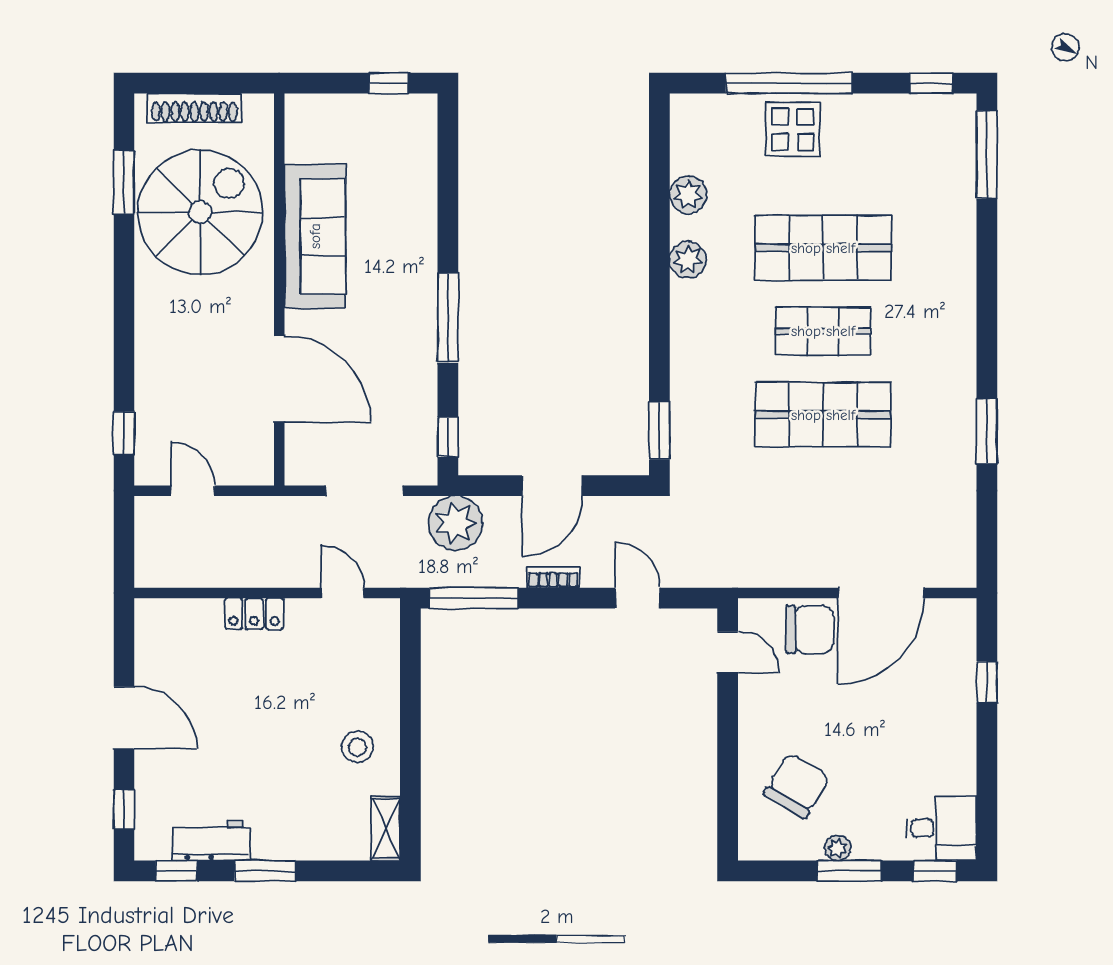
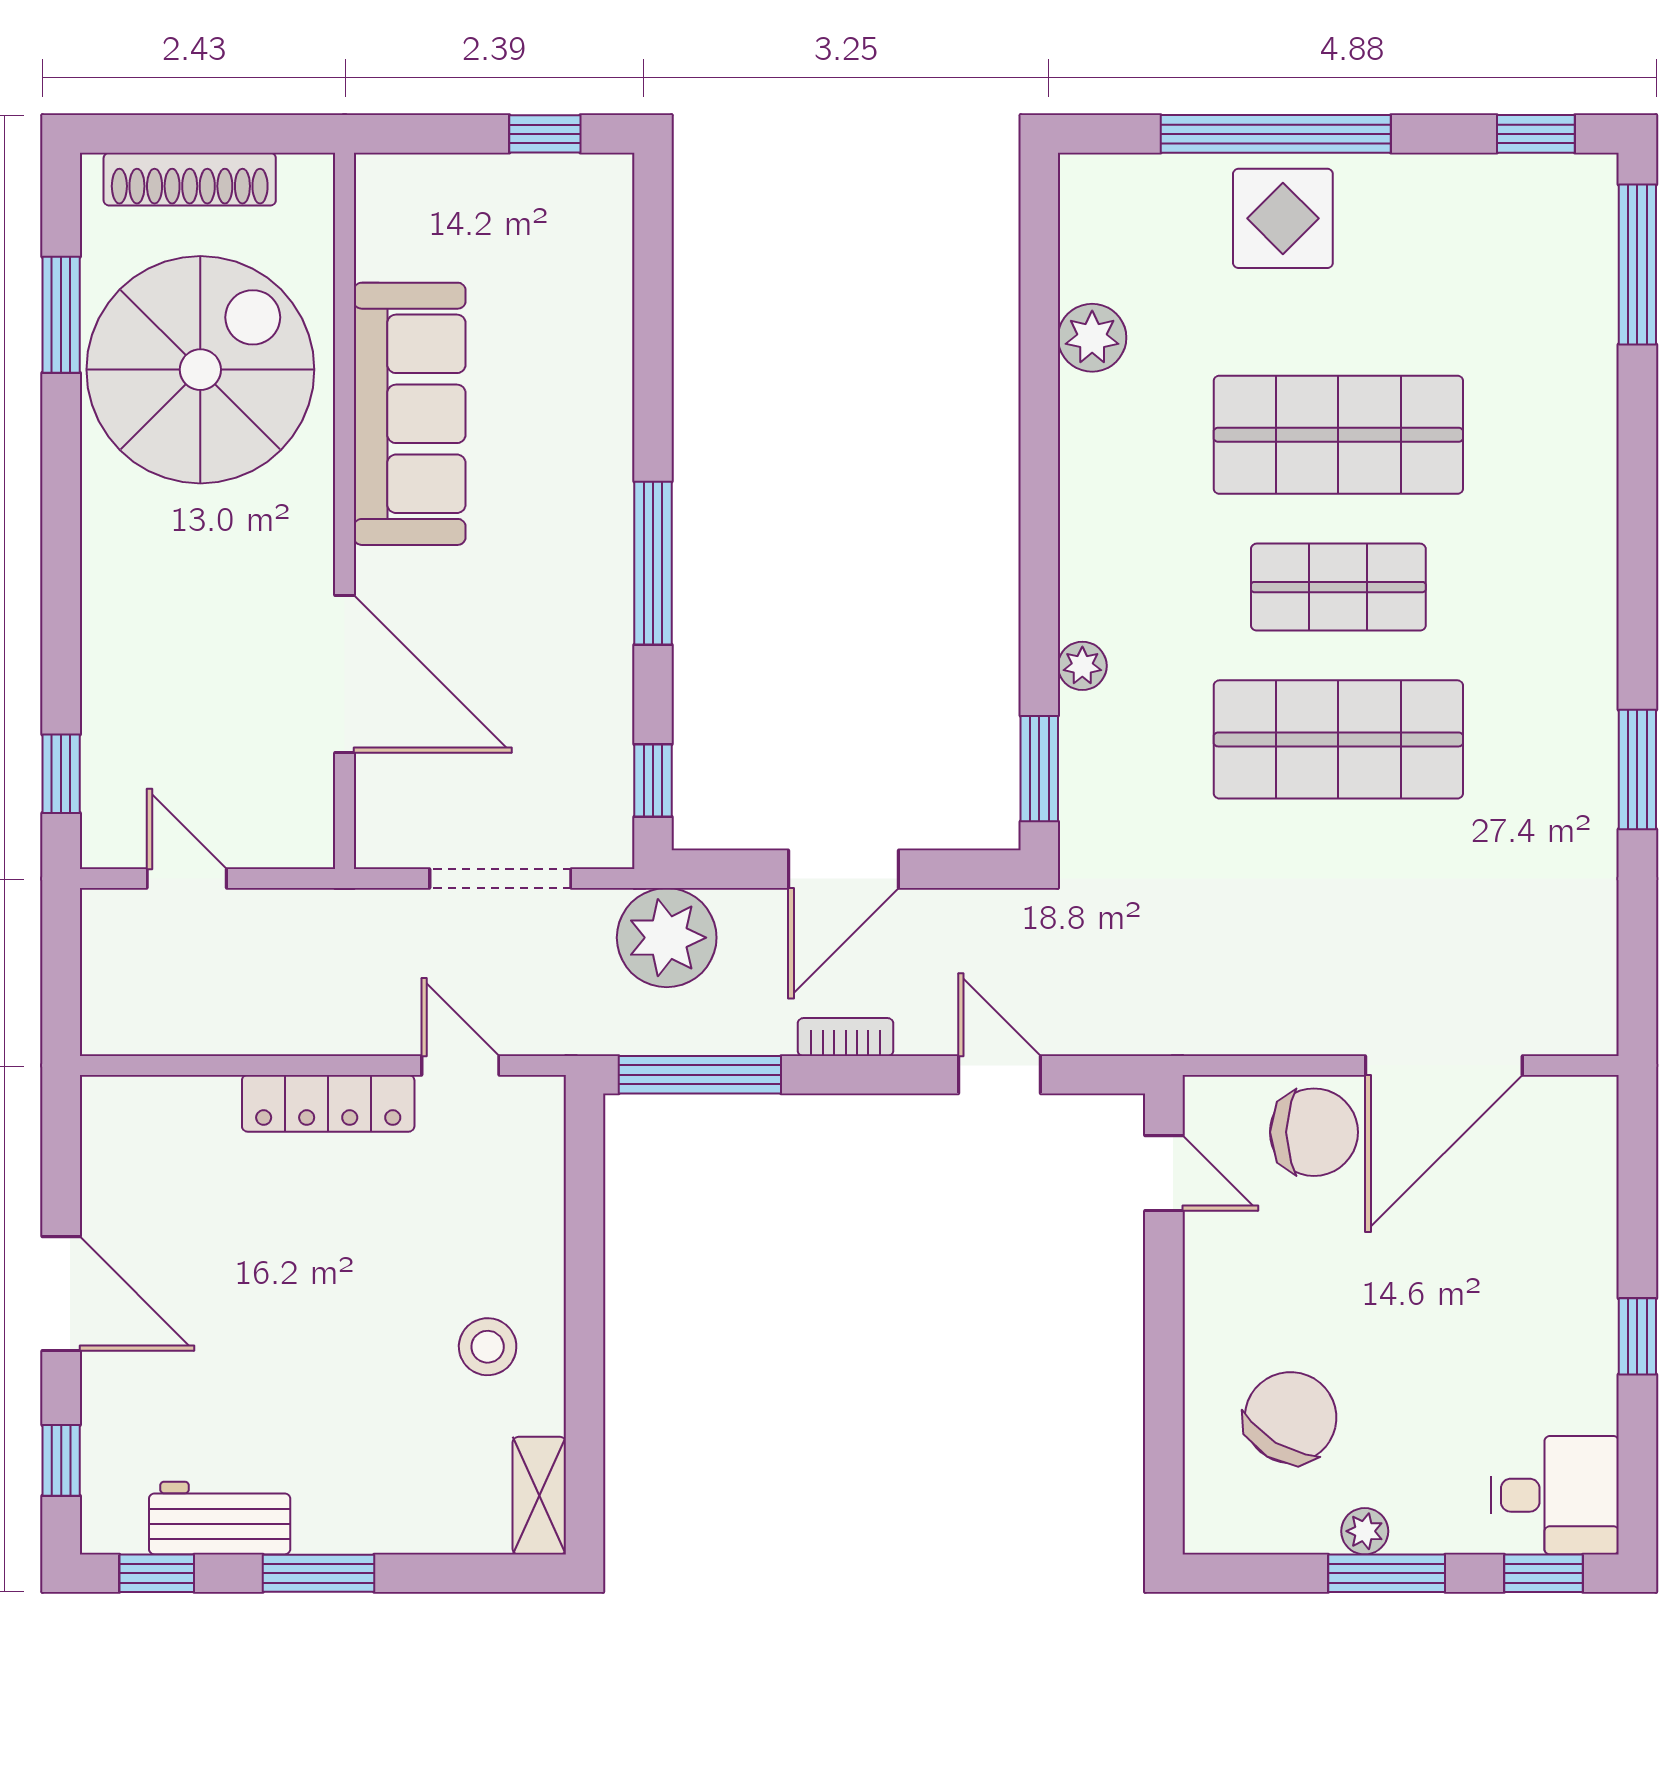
plant: (688, 260) -> (1082, 666), moved, width x0.73, depth x0.73
locker: (254, 614) -> (328, 1103), width x1.53
window: (987, 682) -> (1637, 1336), moved

